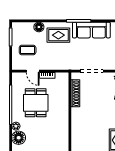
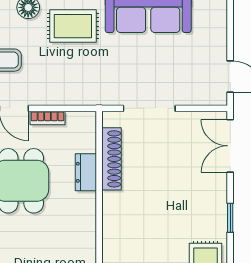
dresser: (64, 99) -> (86, 172), added

